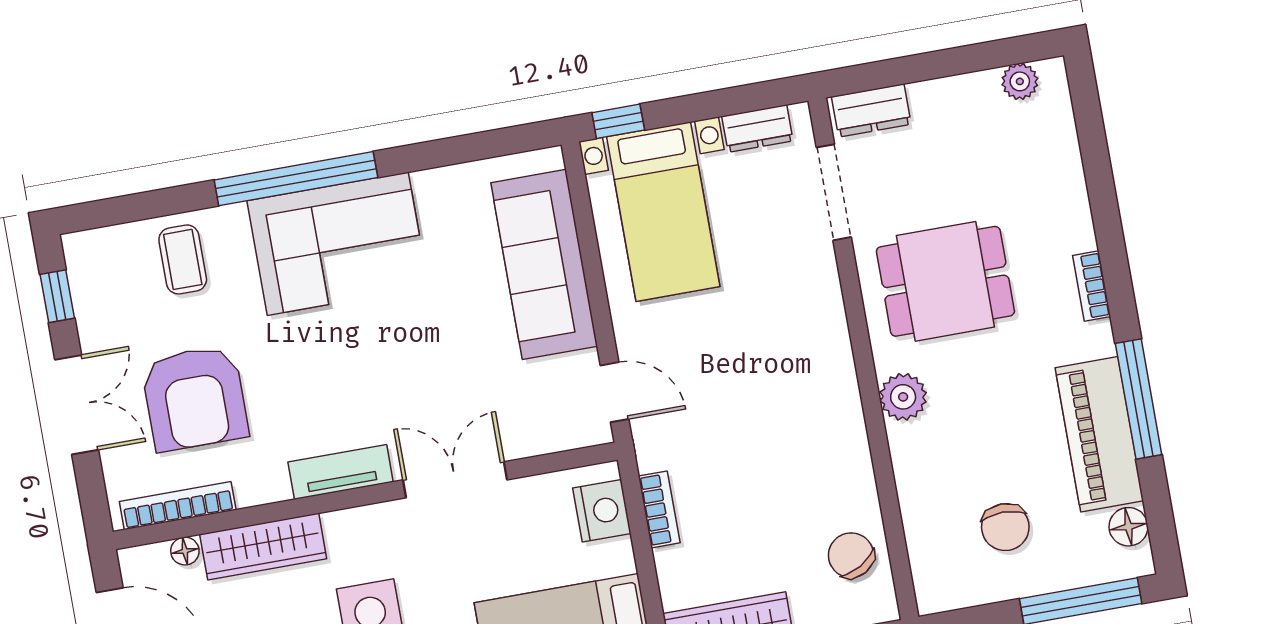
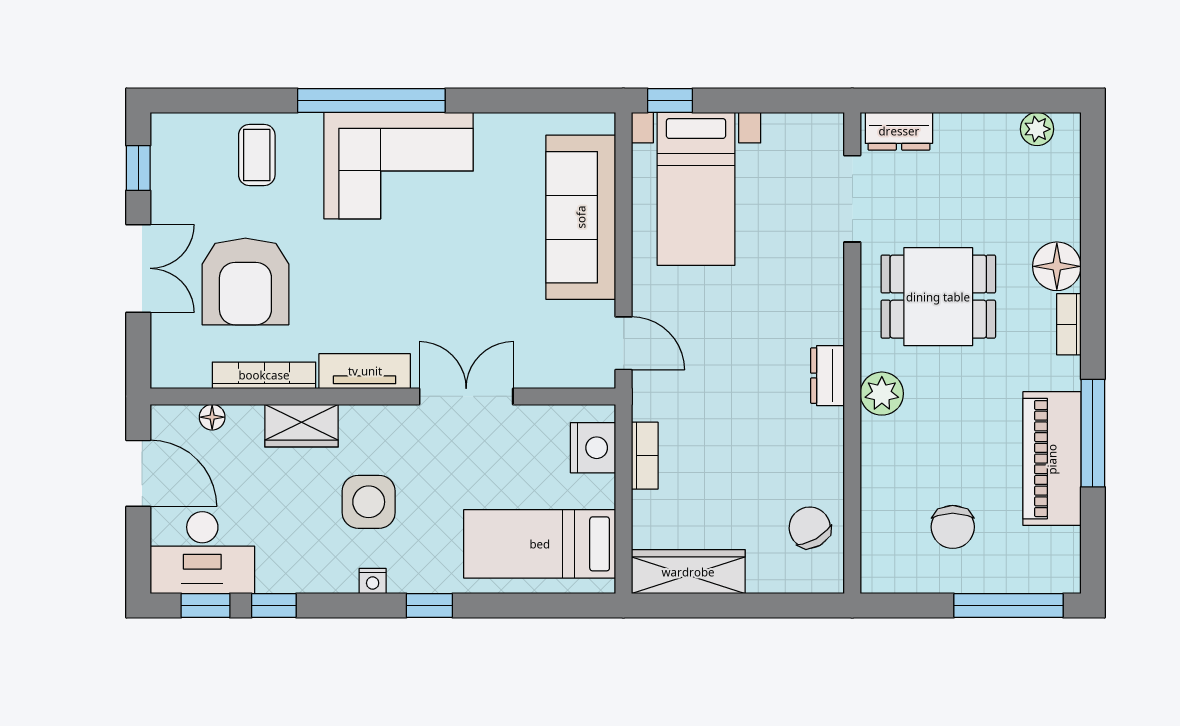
dresser: (757, 129) -> (827, 376), moved, turned 90
bookcase: (178, 506) -> (264, 375), moved
floor lamp: (1128, 527) -> (1057, 266), moved, width x1.38, depth x1.38
wardrobe: (263, 546) -> (302, 426), width x0.67

